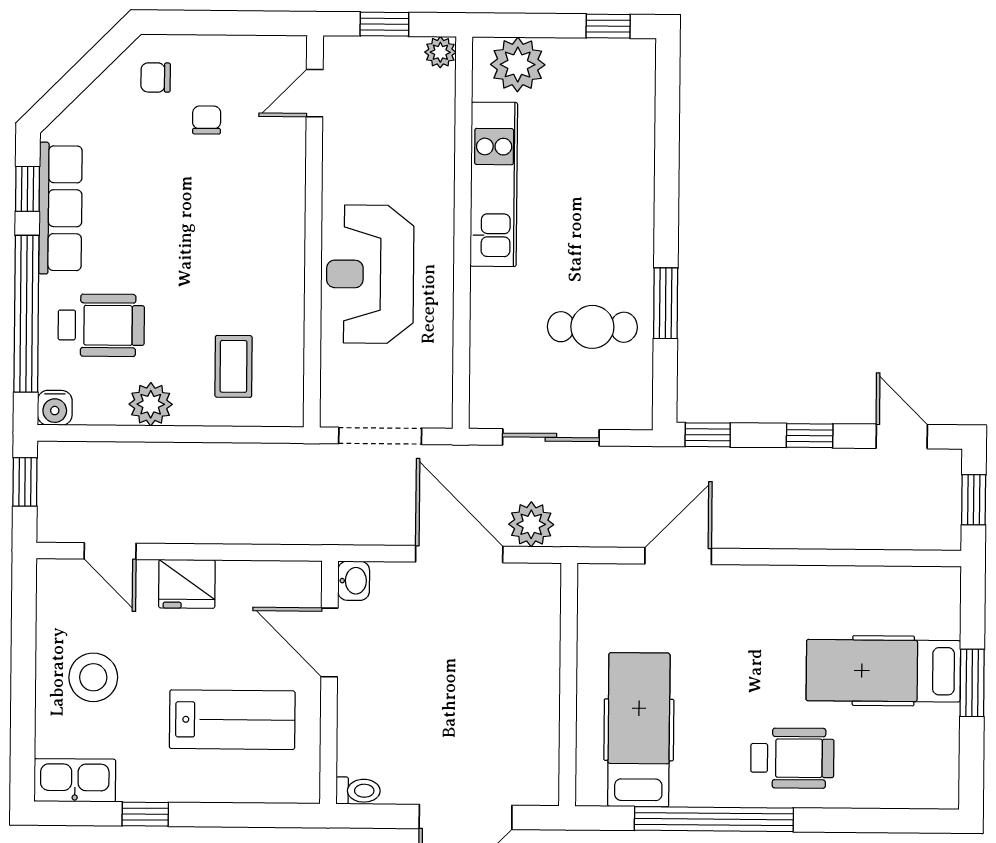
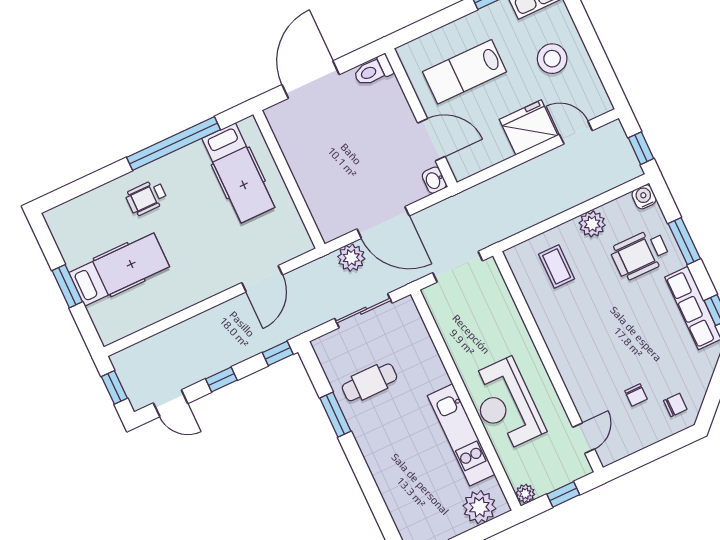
reception desk: (370, 274) -> (506, 405), moved, turned 180
window: (26, 314) -> (684, 241), width x0.47
fridge: (187, 584) -> (529, 127), width x1.36, depth x1.34
wheelchair: (792, 758) -> (146, 198), width x0.73, depth x0.73
toilet: (358, 791) -> (373, 71), width x1.37, depth x1.39

